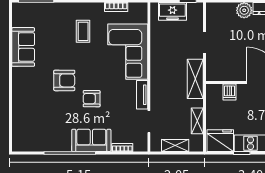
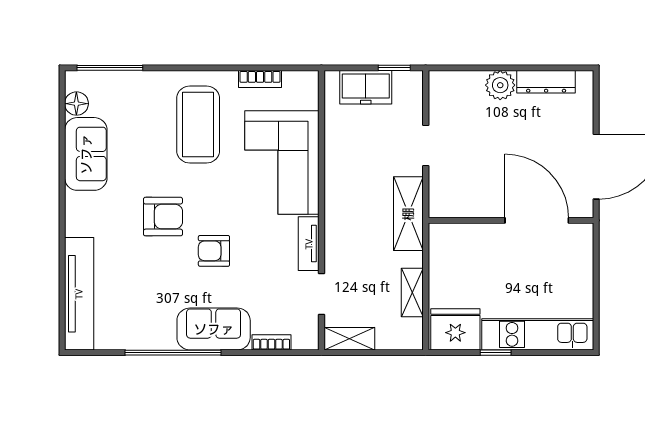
floor lamp: (18, 20) -> (76, 104), added
coffee table: (83, 31) -> (198, 125), width x1.86, depth x1.72
dishwasher: (230, 92) -> (473, 238), removed
tv unit: (20, 122) -> (79, 294), added
shelving: (175, 146) -> (349, 339), moved

